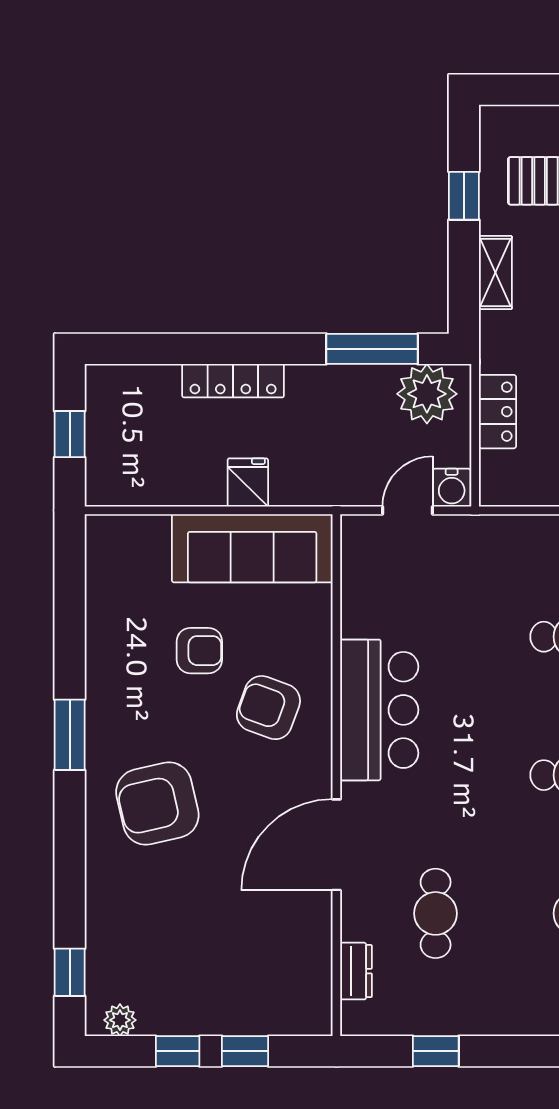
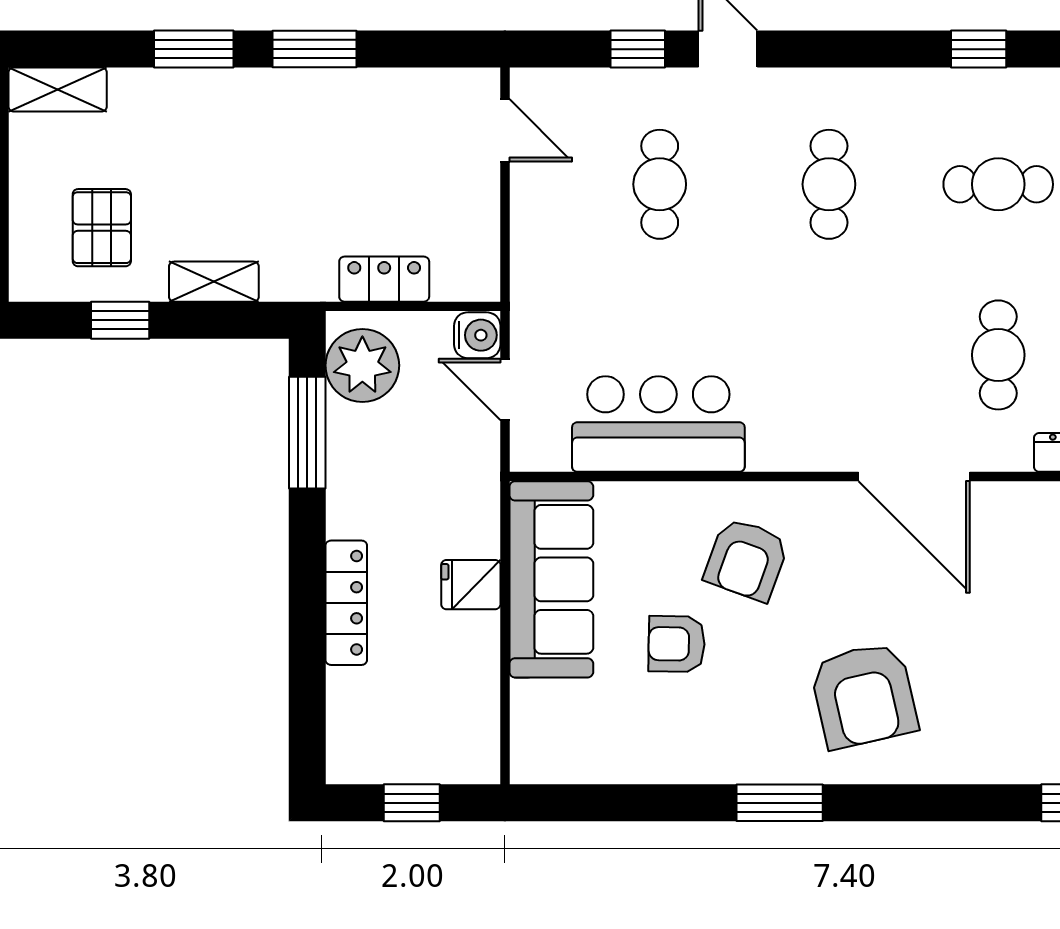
armchair: (199, 651) -> (677, 644), turned -89
bar counter: (379, 710) -> (658, 424), moved
cafe table: (436, 913) -> (998, 355), turned 90

